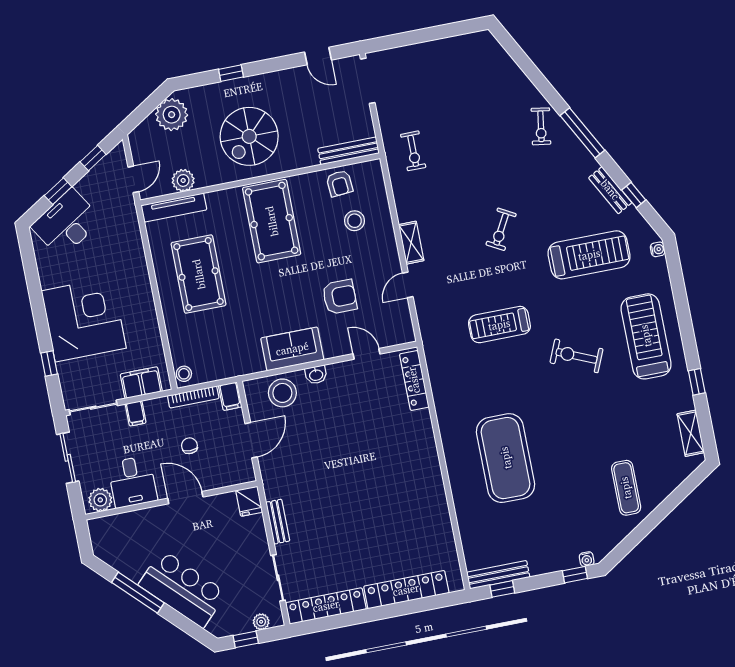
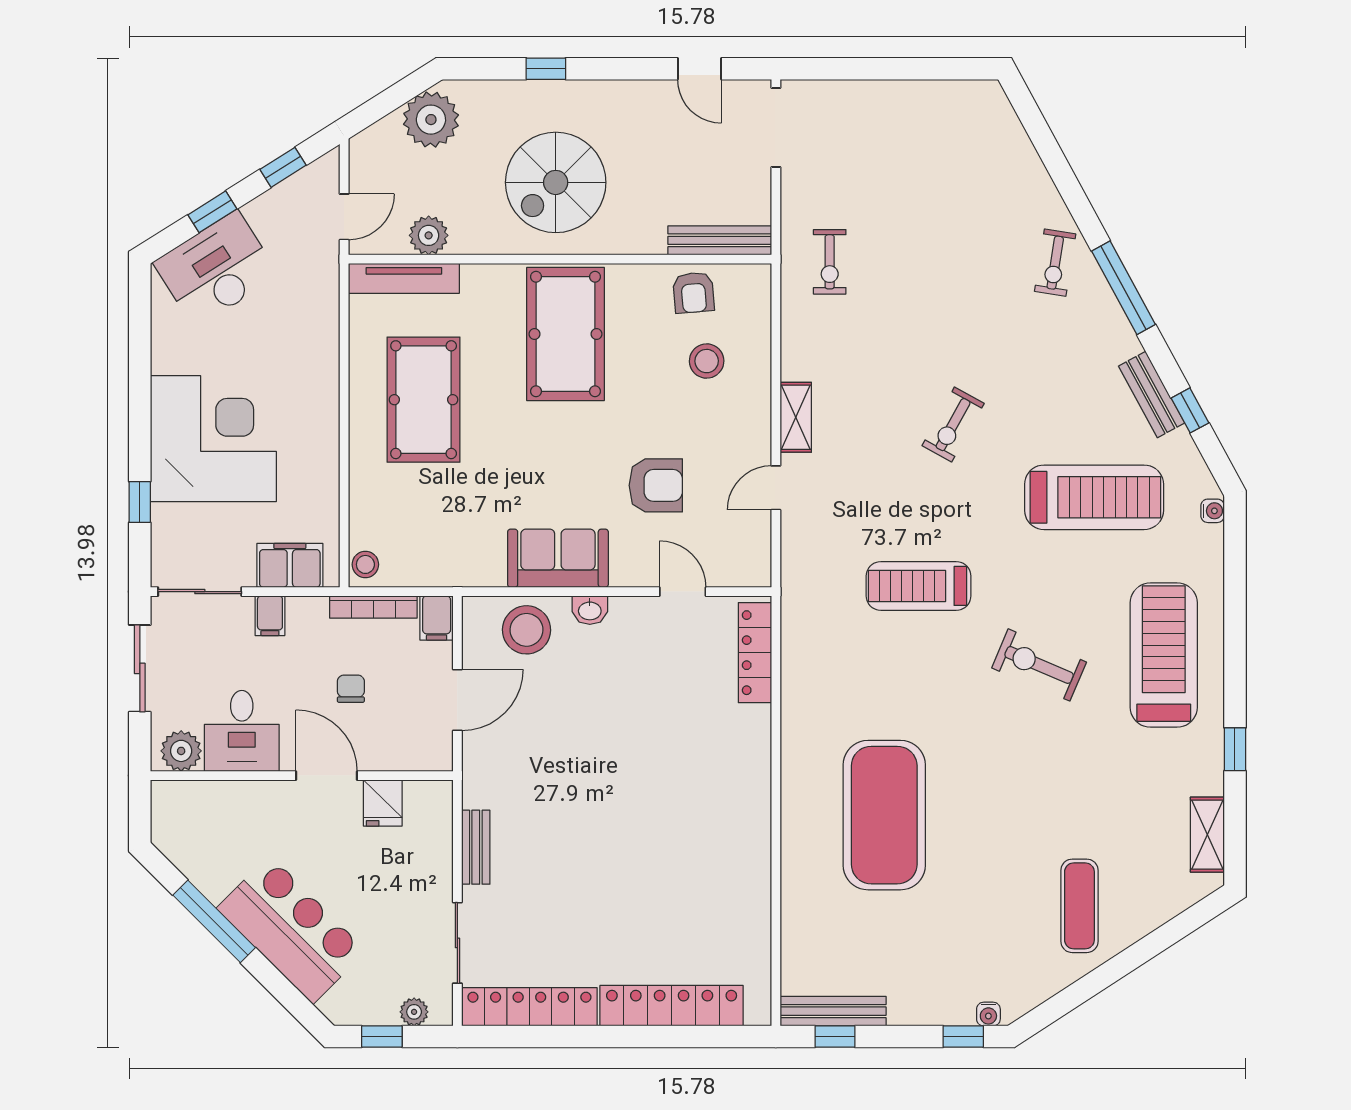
fridge: (249, 501) -> (383, 803), moved

